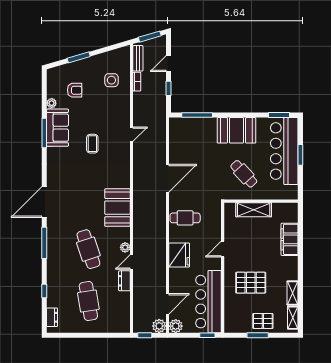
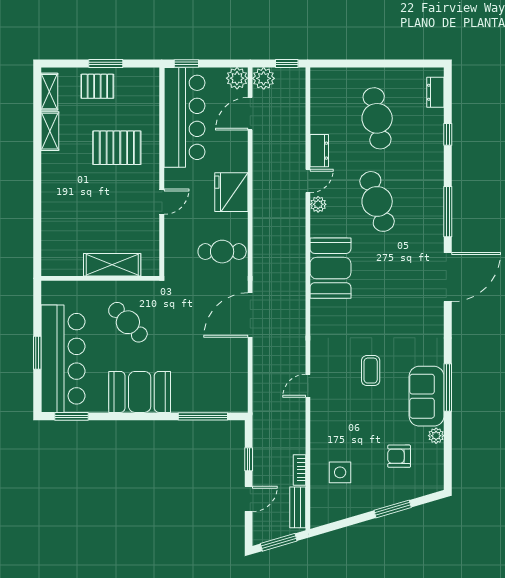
filing cabinet: (290, 239) -> (55, 217), removed

